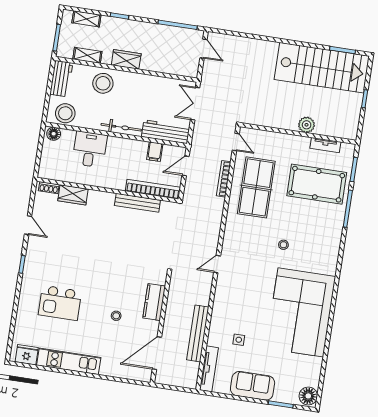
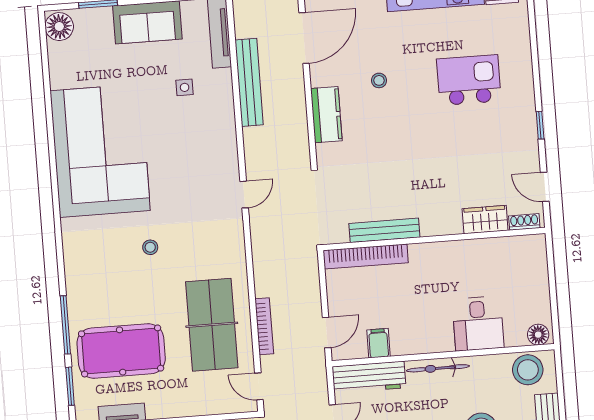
shoe rack: (49, 188) -> (524, 222), moved
bookcase: (153, 189) -> (366, 256), moved
wall: (108, 190) -> (434, 239), moved
wardrobe: (73, 195) -> (485, 220), moved
bench: (137, 203) -> (384, 230), moved

